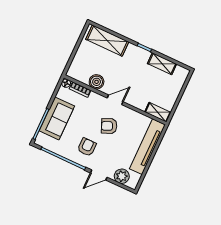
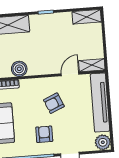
shelving: (162, 64) -> (87, 17), moved
door: (115, 100) -> (70, 74), moved
plant: (122, 176) -> (103, 142), moved

